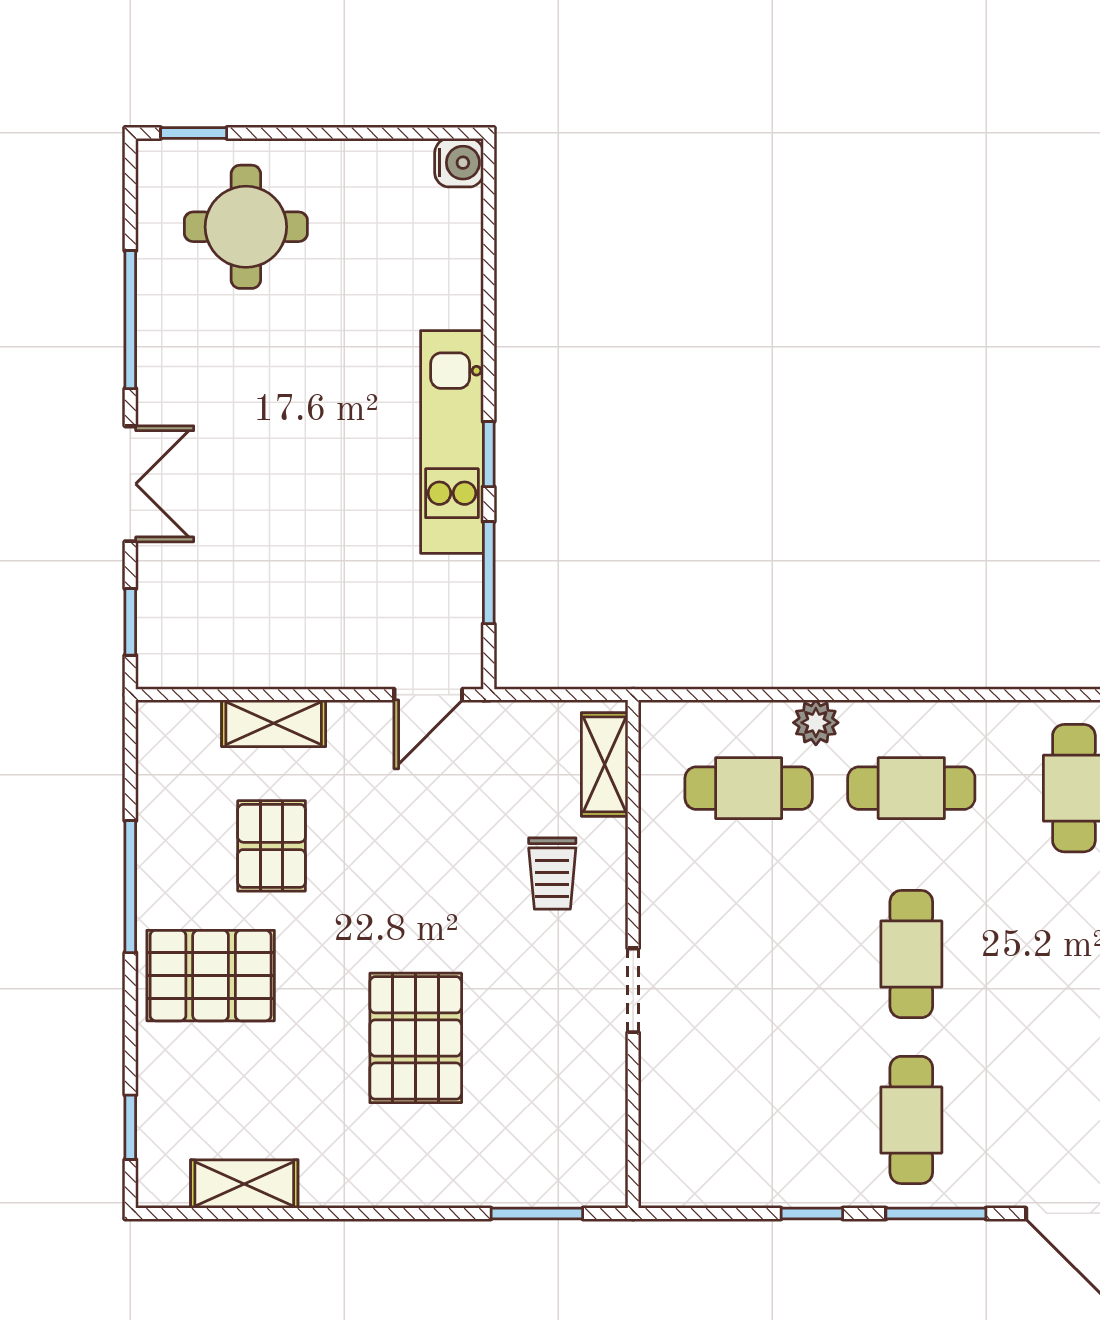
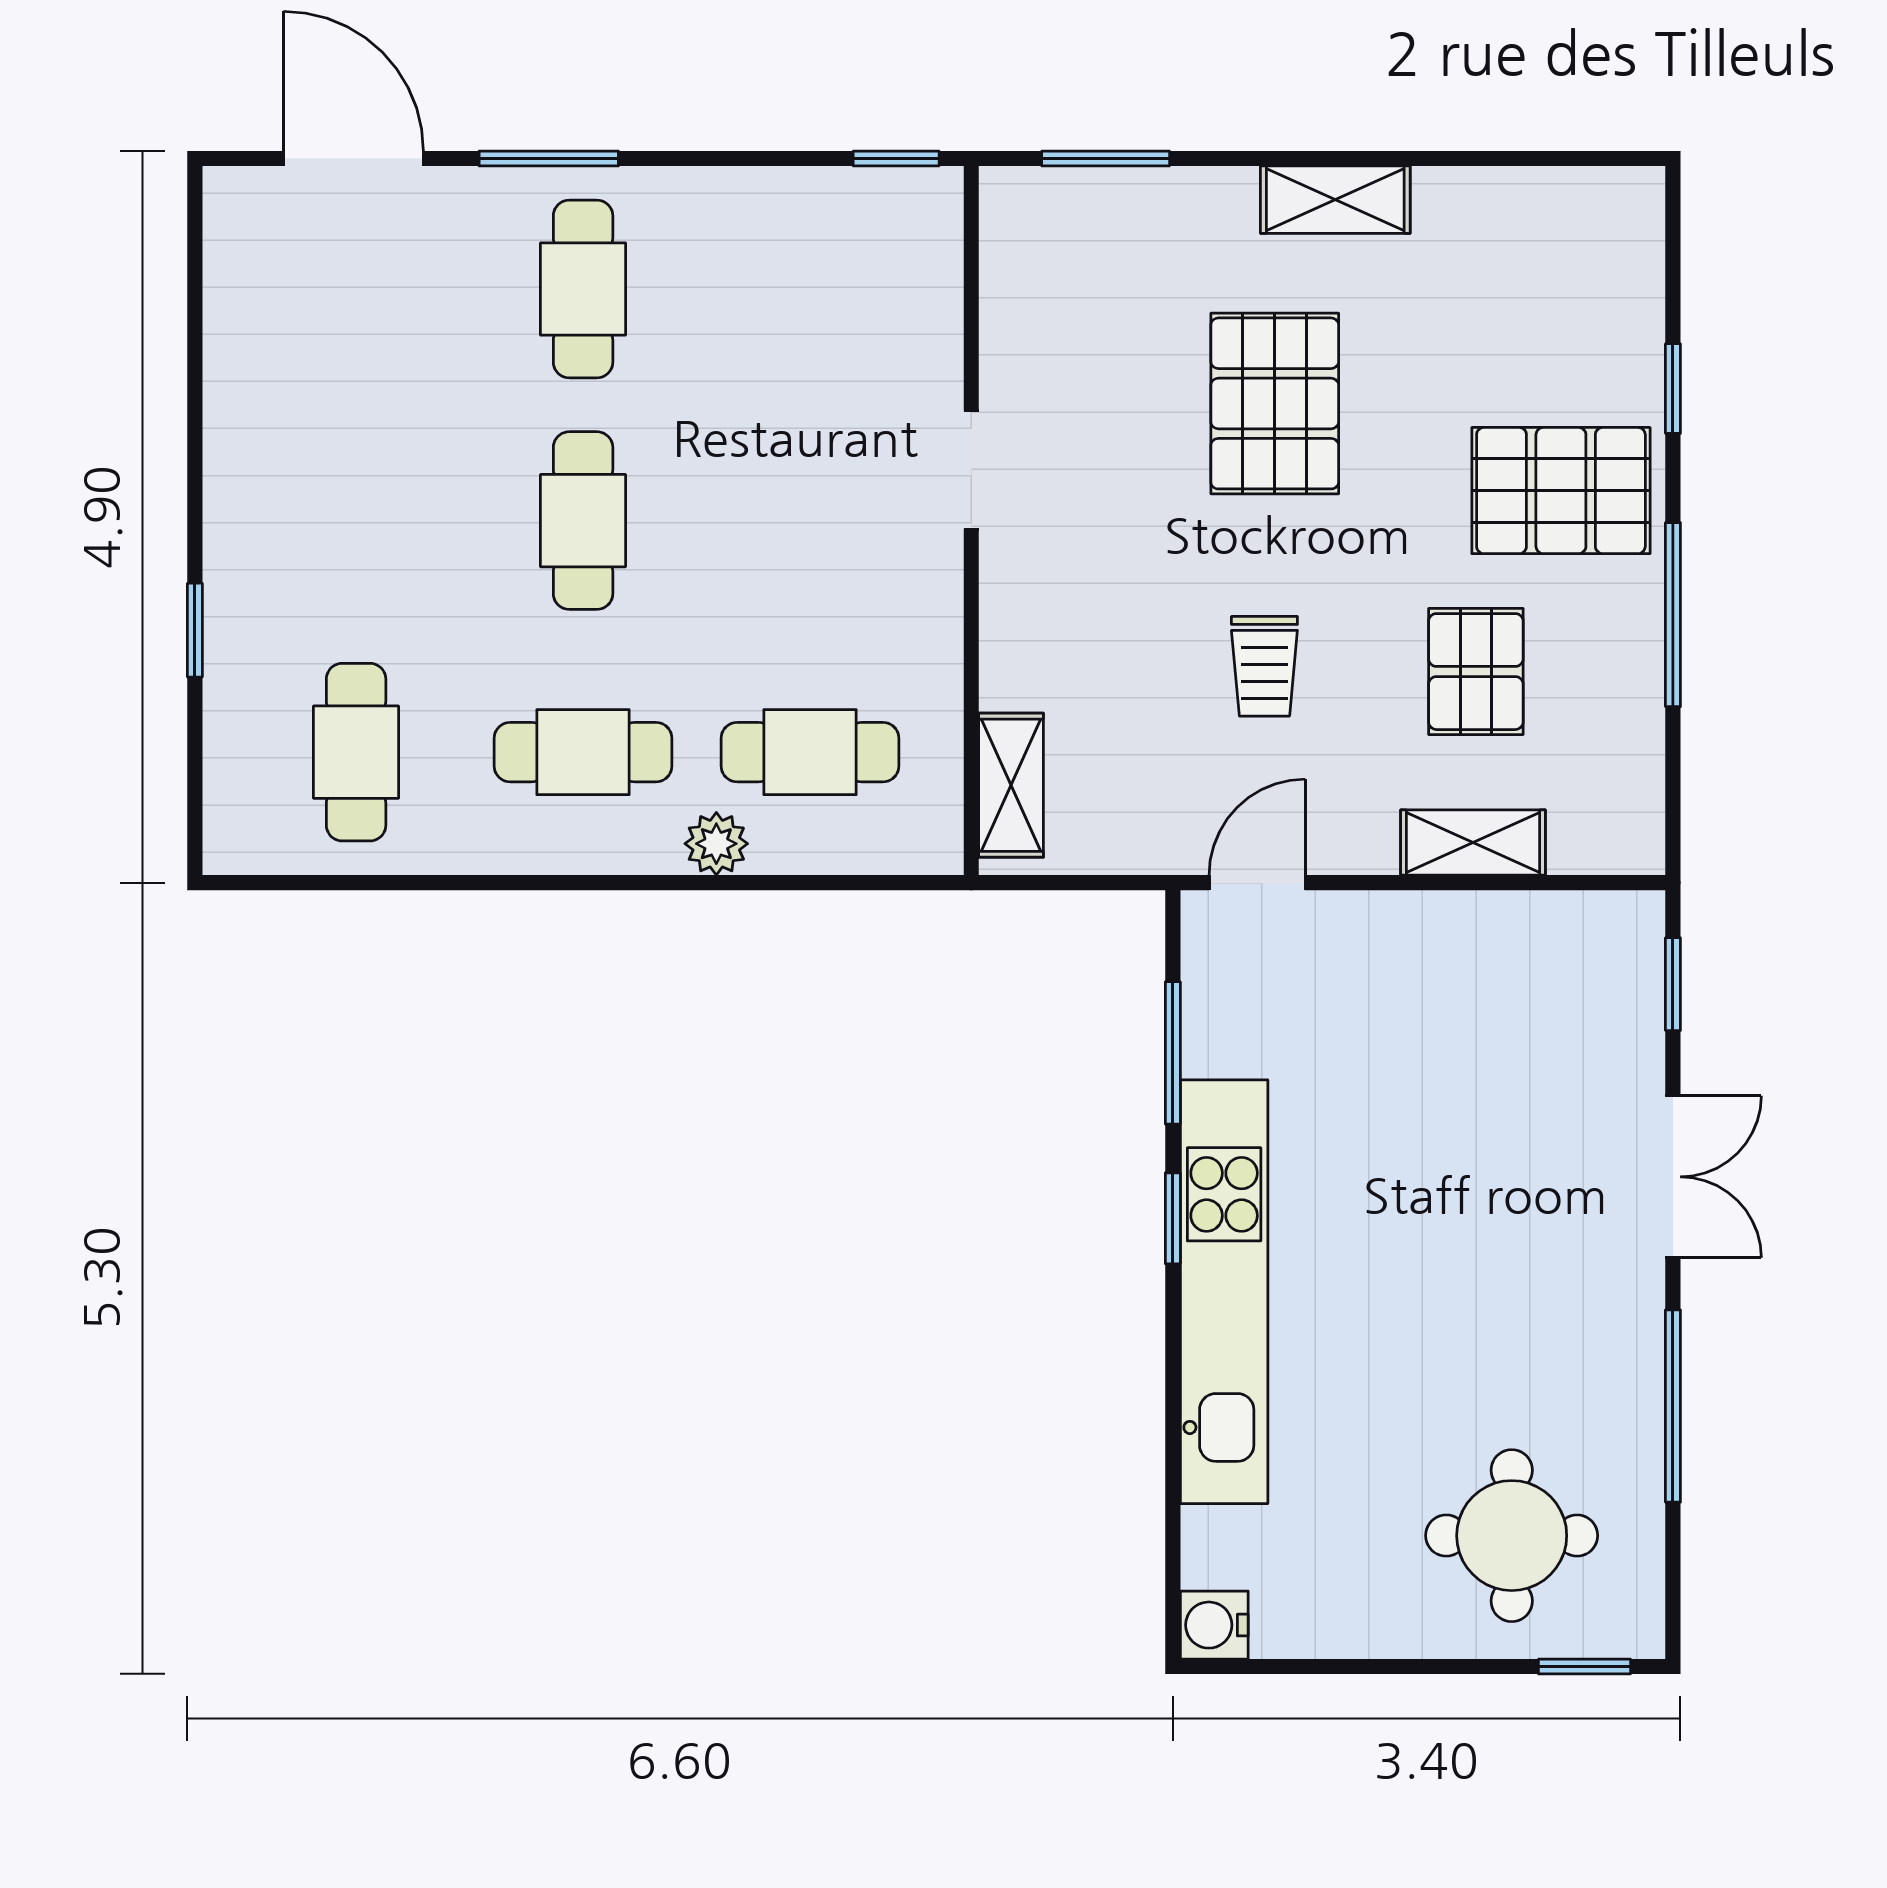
kitchen unit: (452, 442) -> (1224, 1292), width x1.36
double door: (130, 484) -> (1673, 1177), swing flipped
trolley: (552, 874) -> (1264, 666), moved, turned 180
window: (130, 1127) -> (1673, 389), moved
shelving: (244, 1184) -> (1335, 200), moved
window: (812, 1213) -> (896, 159), moved

